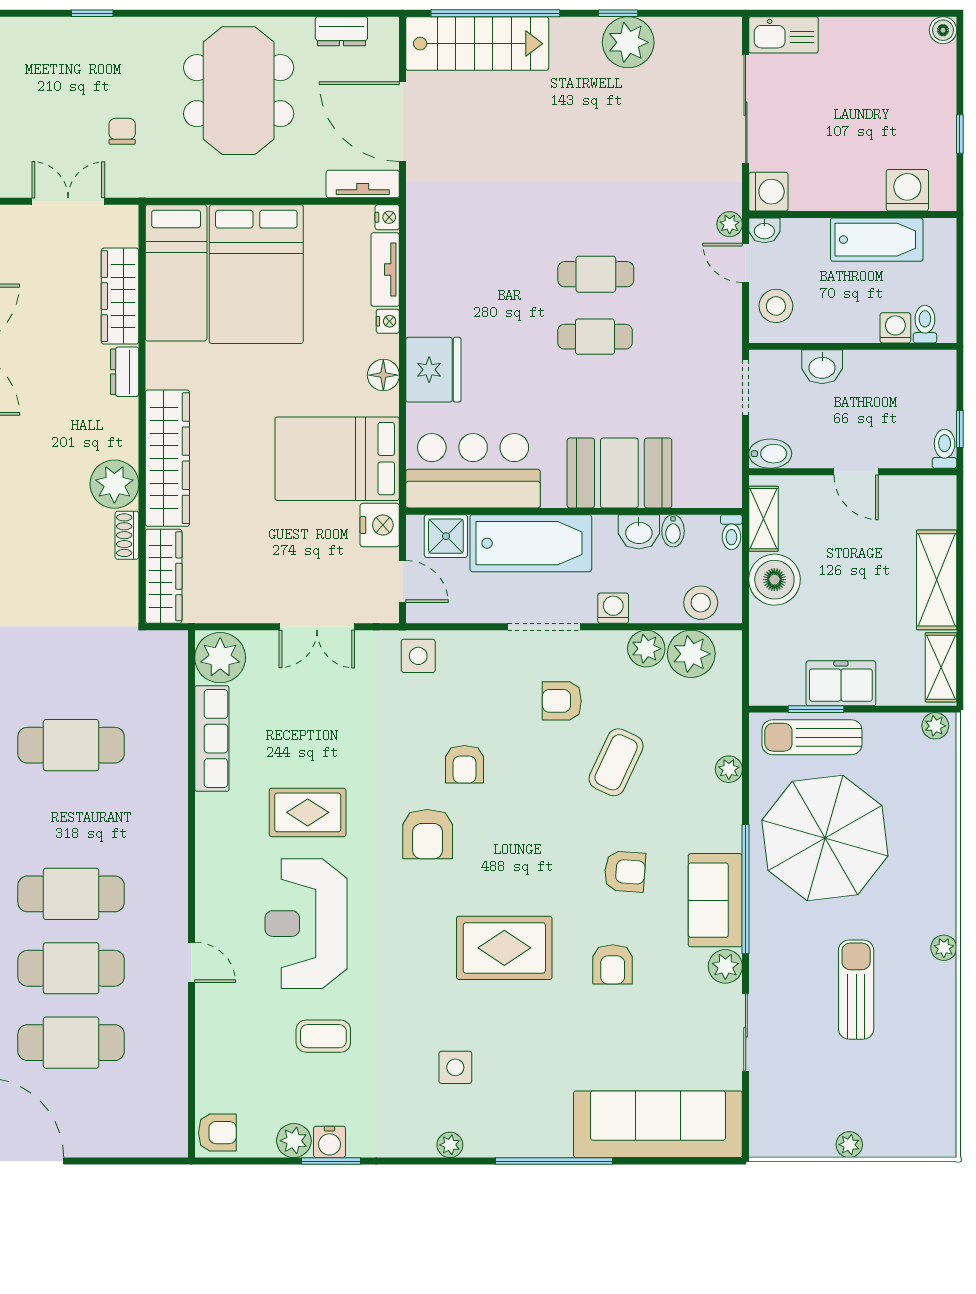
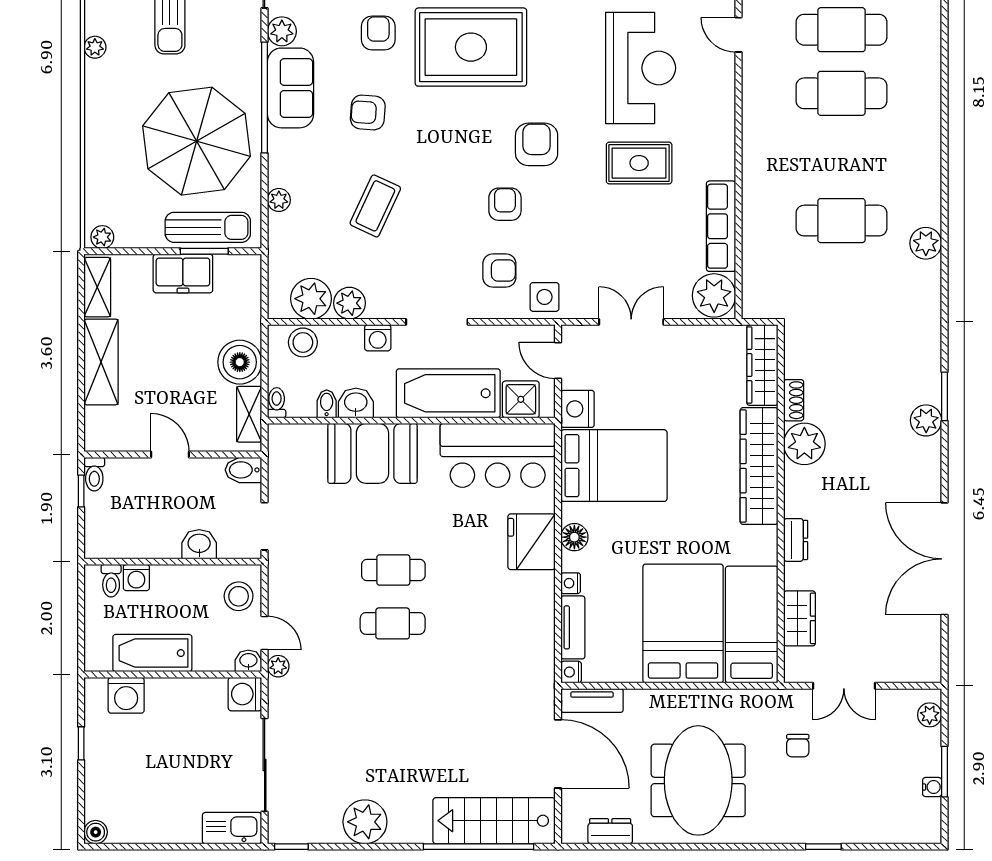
window: (618, 13) -> (291, 847), moved
wardrobe: (120, 296) -> (800, 618), width x0.67
armchair: (562, 701) -> (499, 270), moved
rug: (504, 948) -> (471, 47), width x1.37, depth x1.44

